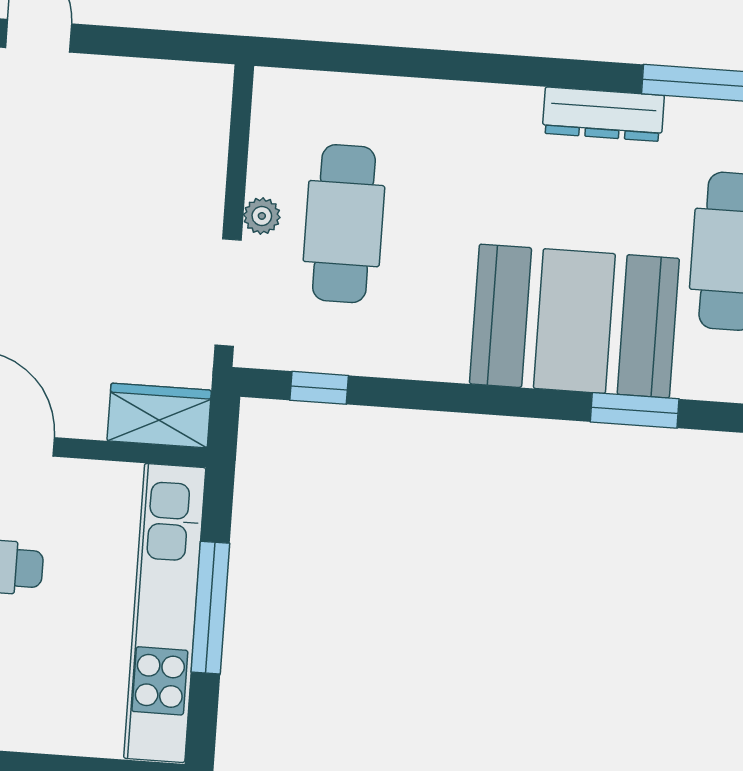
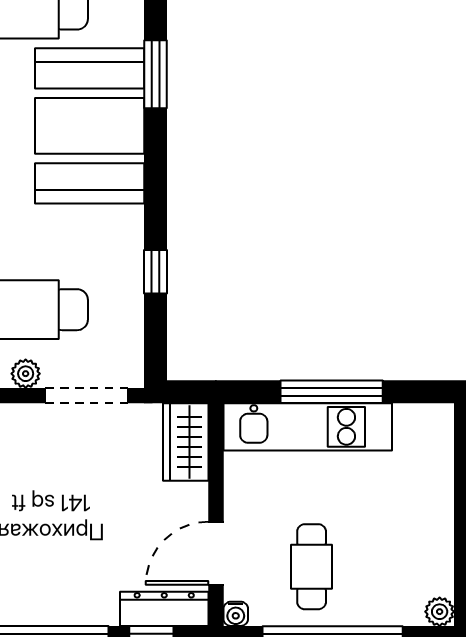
window: (319, 388) -> (155, 272), moved
kitchen unit: (165, 613) -> (308, 427), width x0.73

